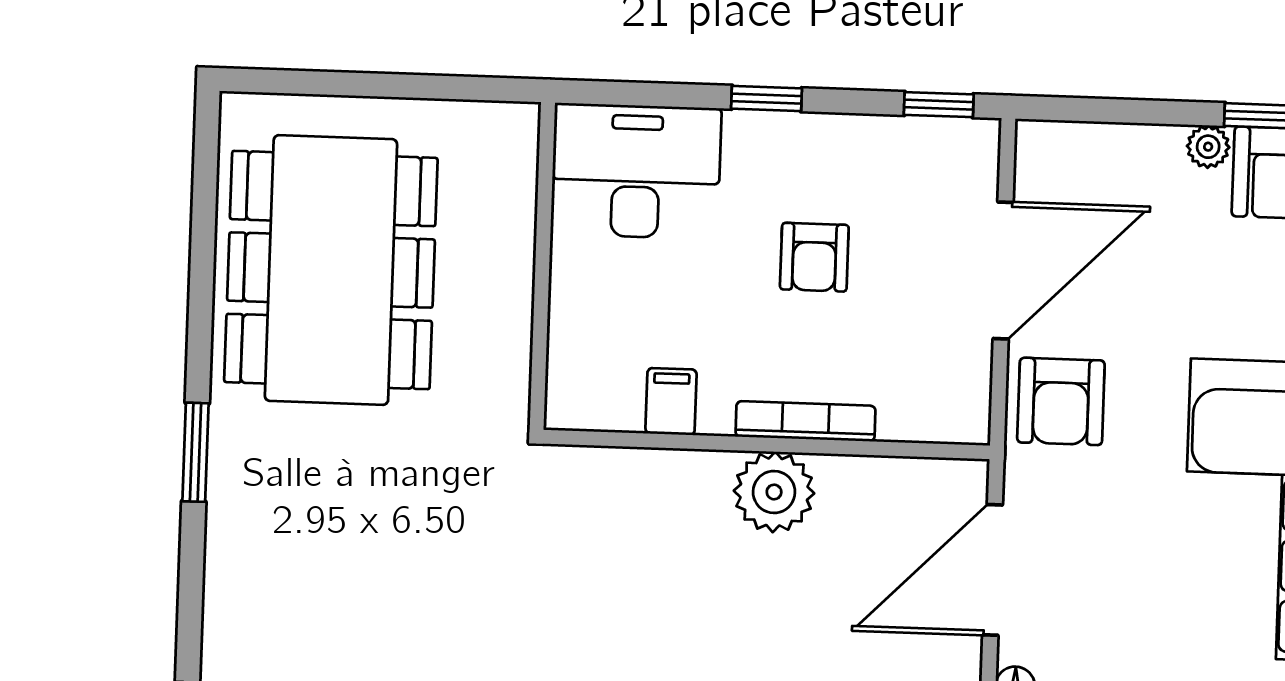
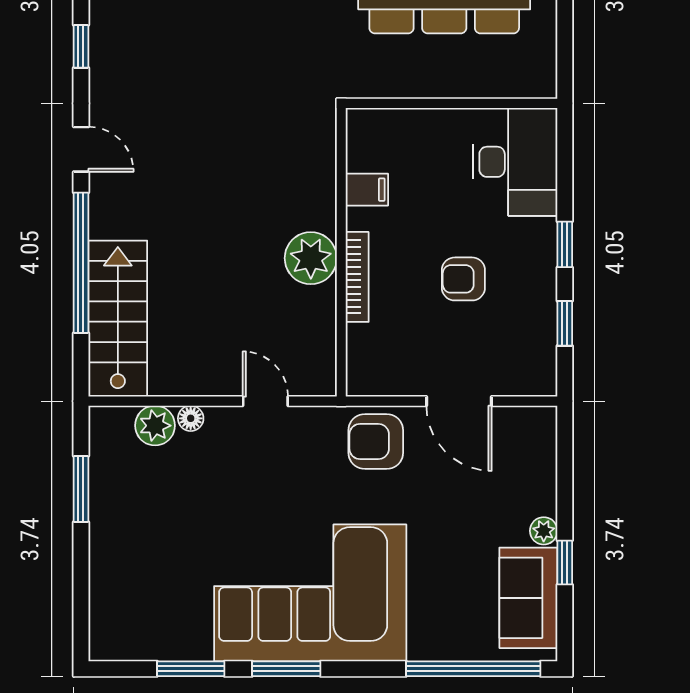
window: (939, 105) -> (565, 323), moved
door: (1003, 271) -> (459, 401), width x0.73
door: (993, 570) -> (265, 401), width x0.53

